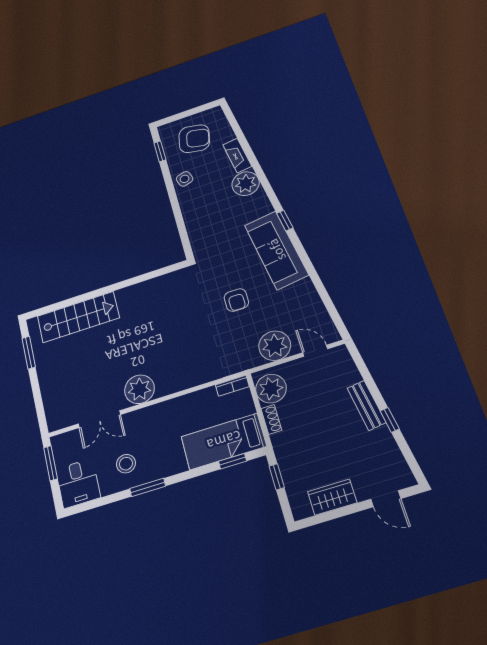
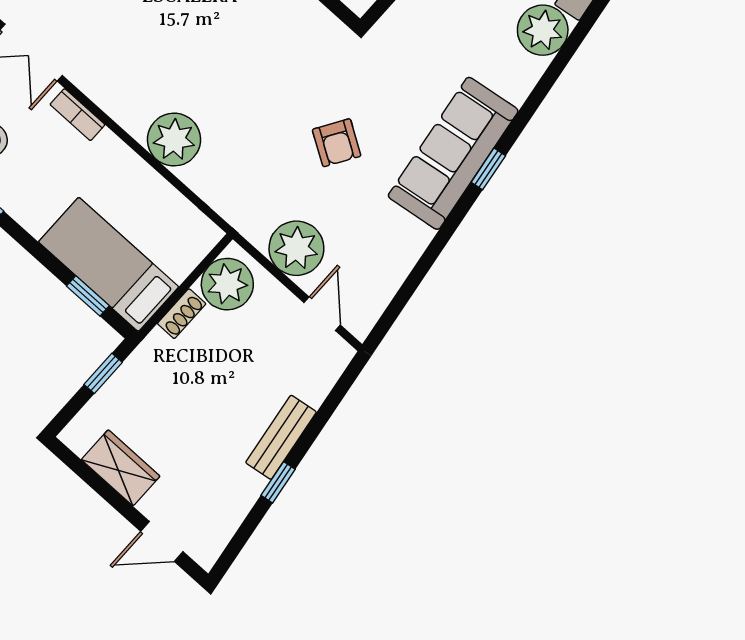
window: (285, 221) -> (488, 169), moved
armchair: (236, 300) -> (337, 143), turned -58
bookcase: (232, 386) -> (77, 115), moved
plant: (139, 389) -> (174, 140), moved
door: (386, 499) -> (162, 542), hinge flipped

